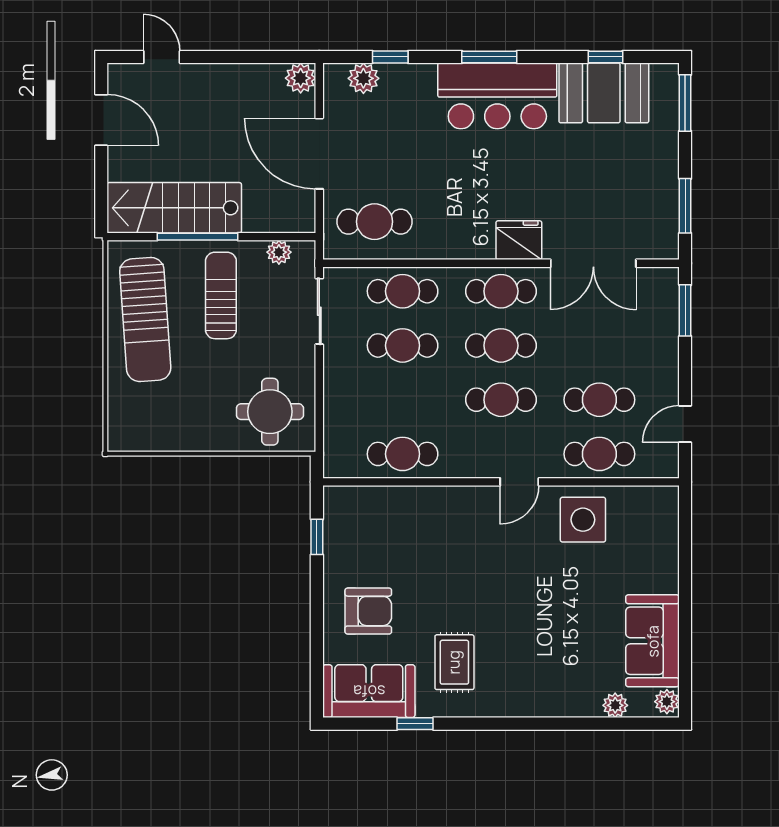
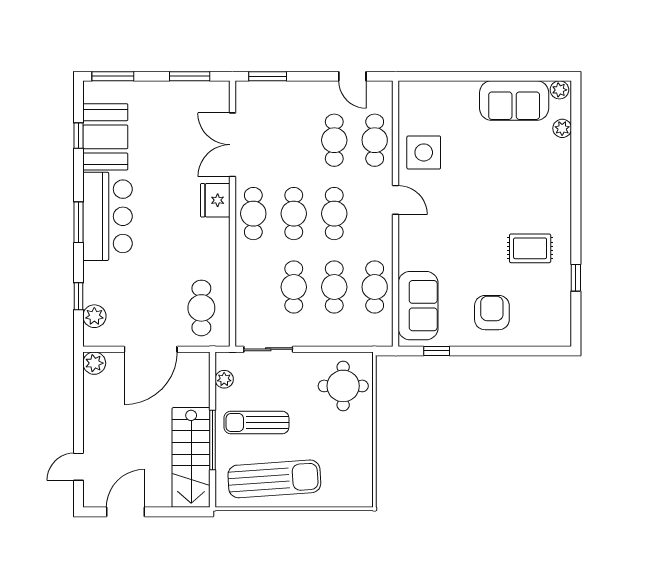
double door: (593, 263) -> (232, 145), swing flipped
cafe table: (403, 291) -> (334, 287), moved
sofa: (369, 691) -> (418, 306), moved, turned 180

